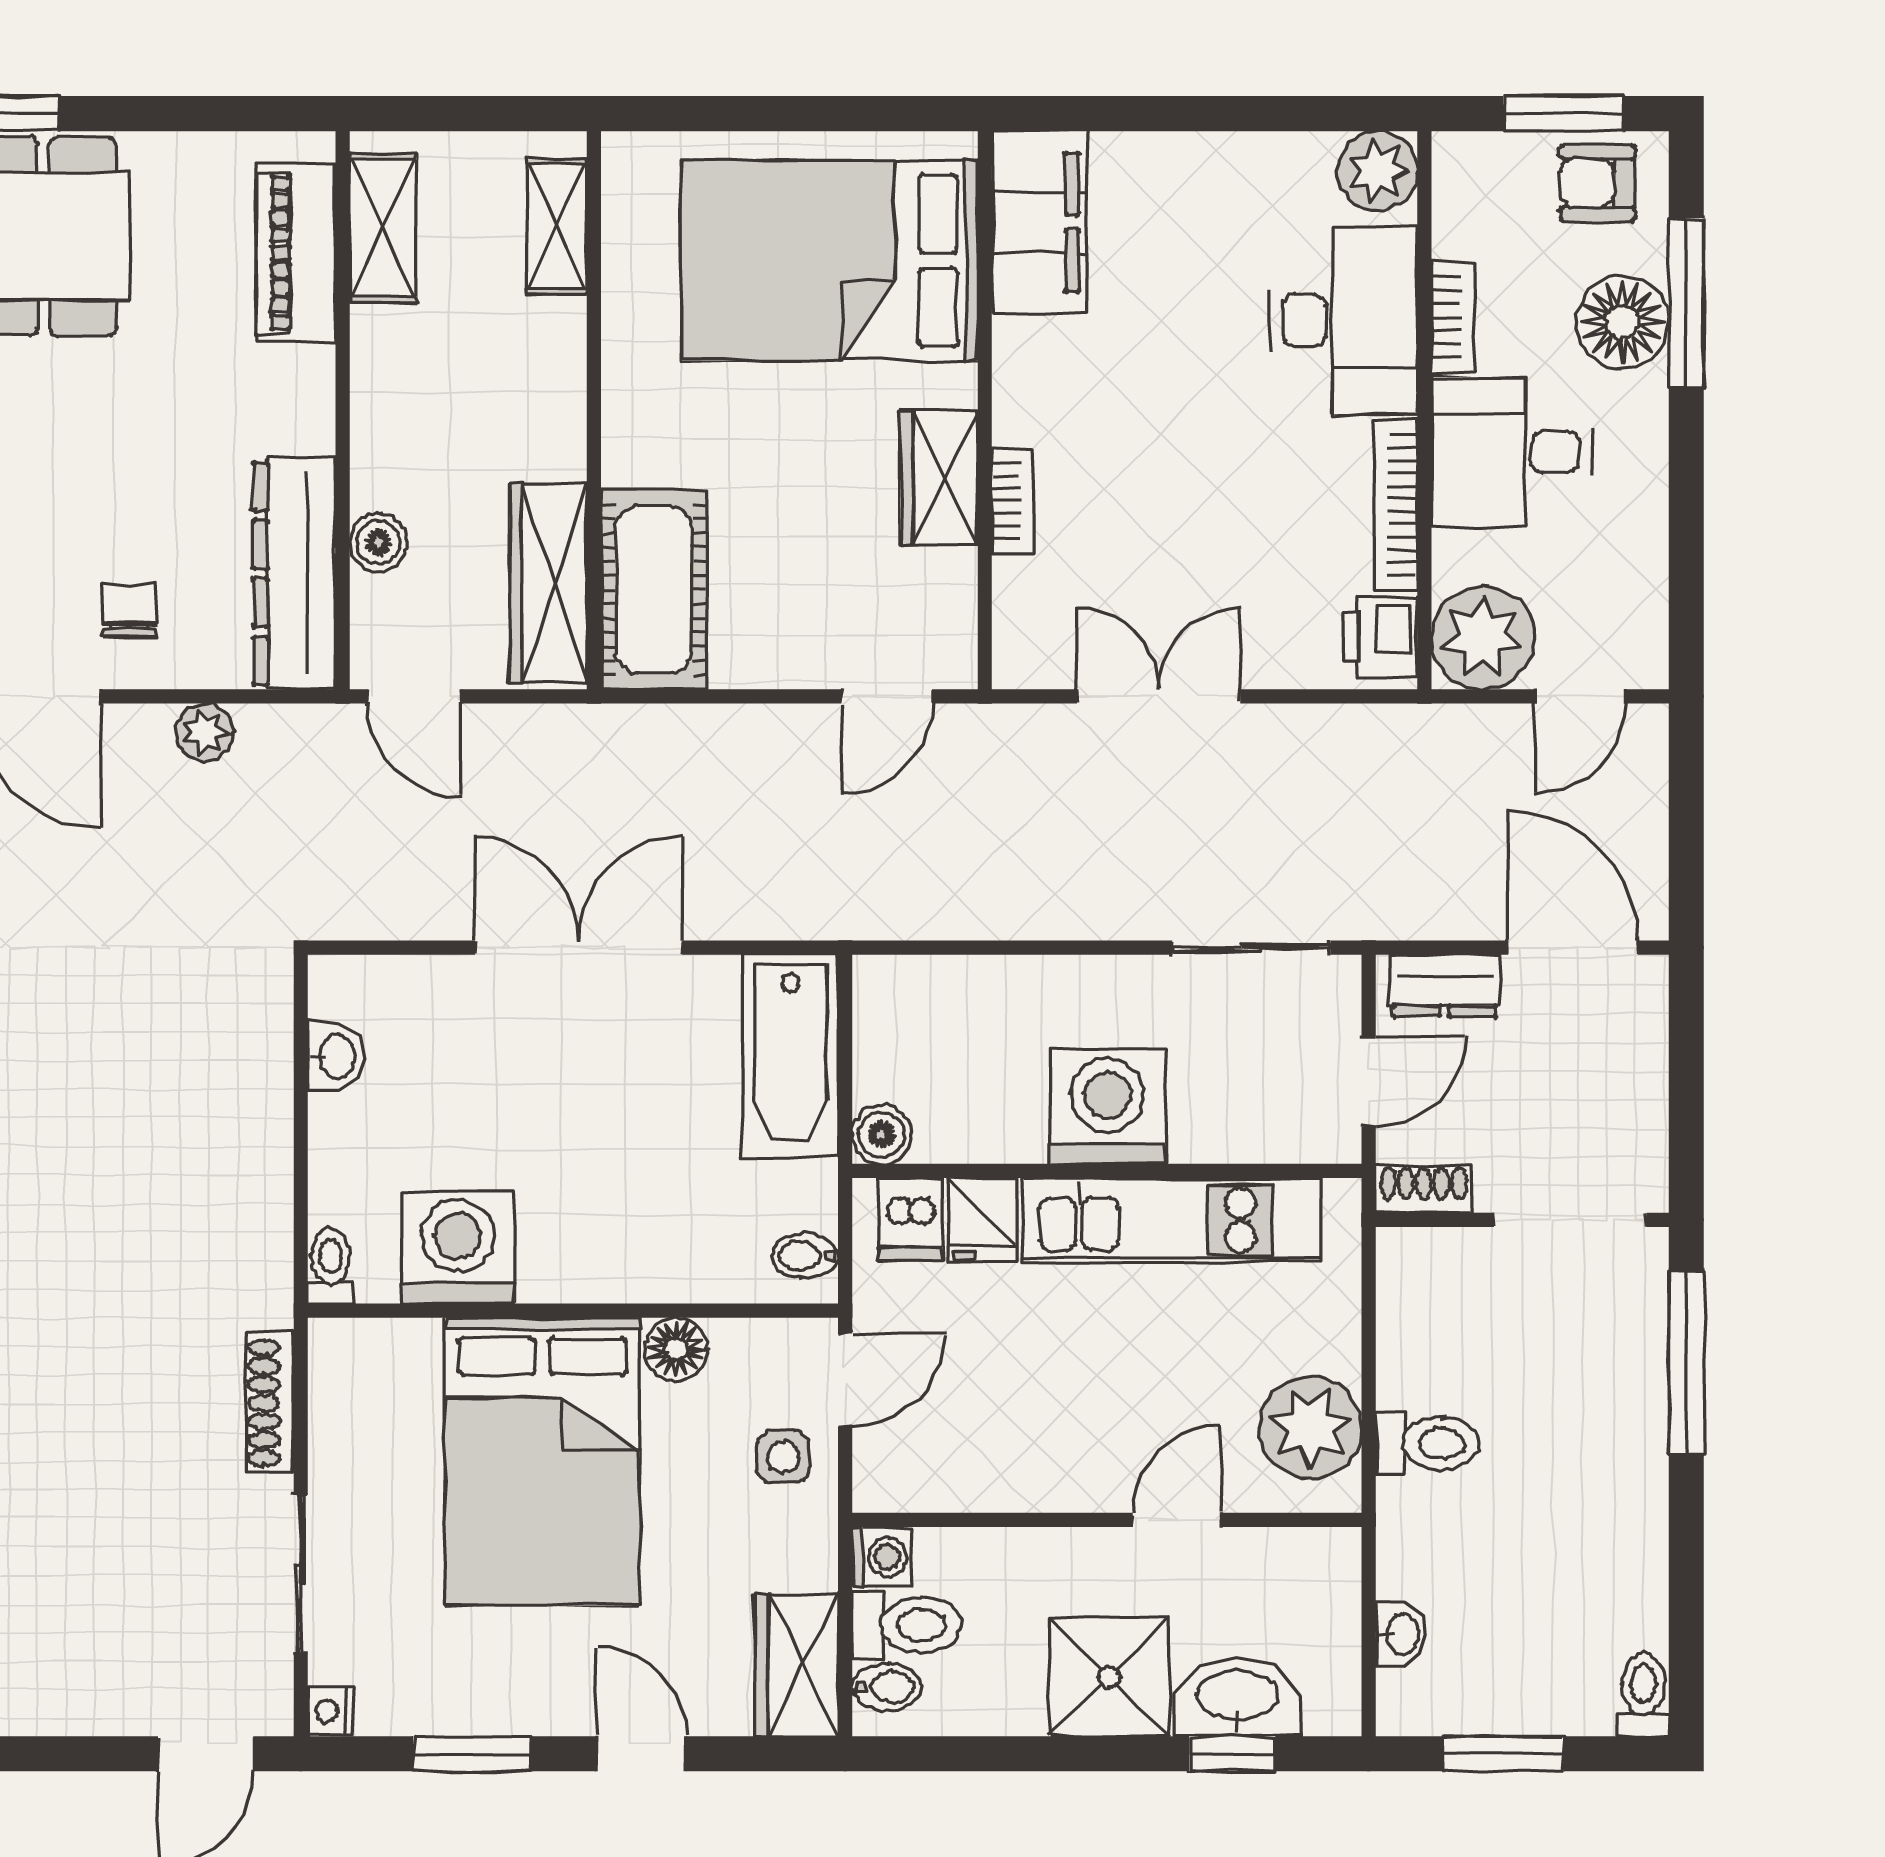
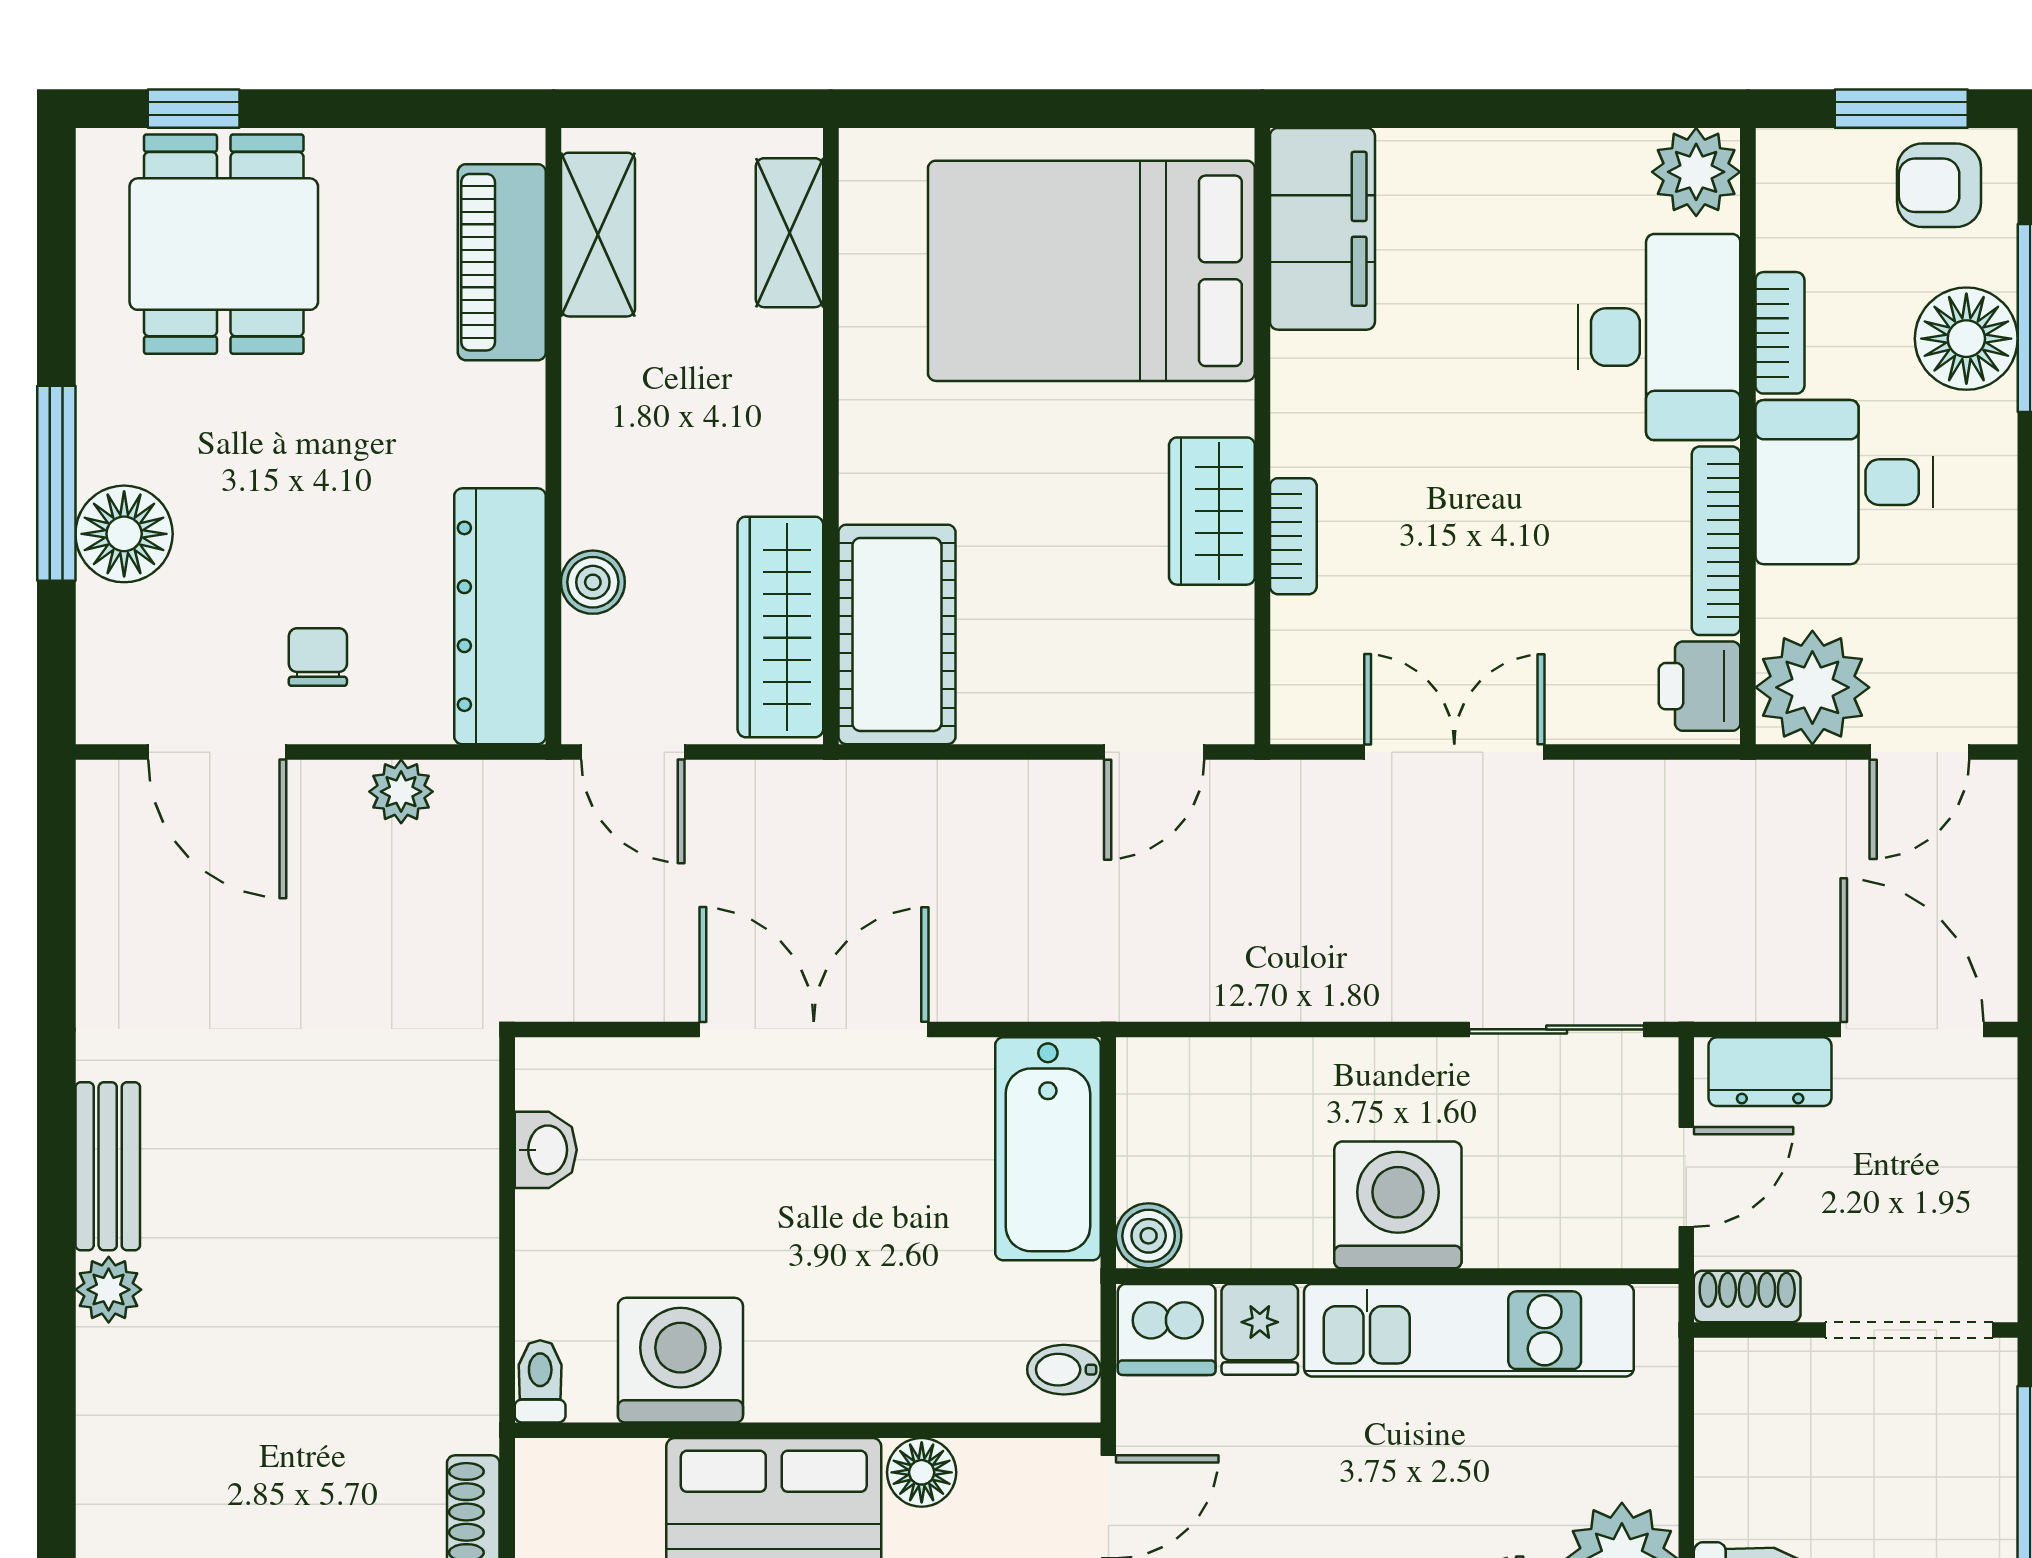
dishwasher: (910, 1219) -> (1167, 1329), width x1.38

